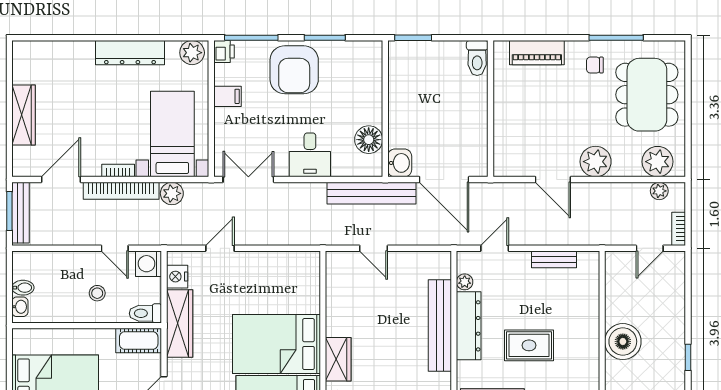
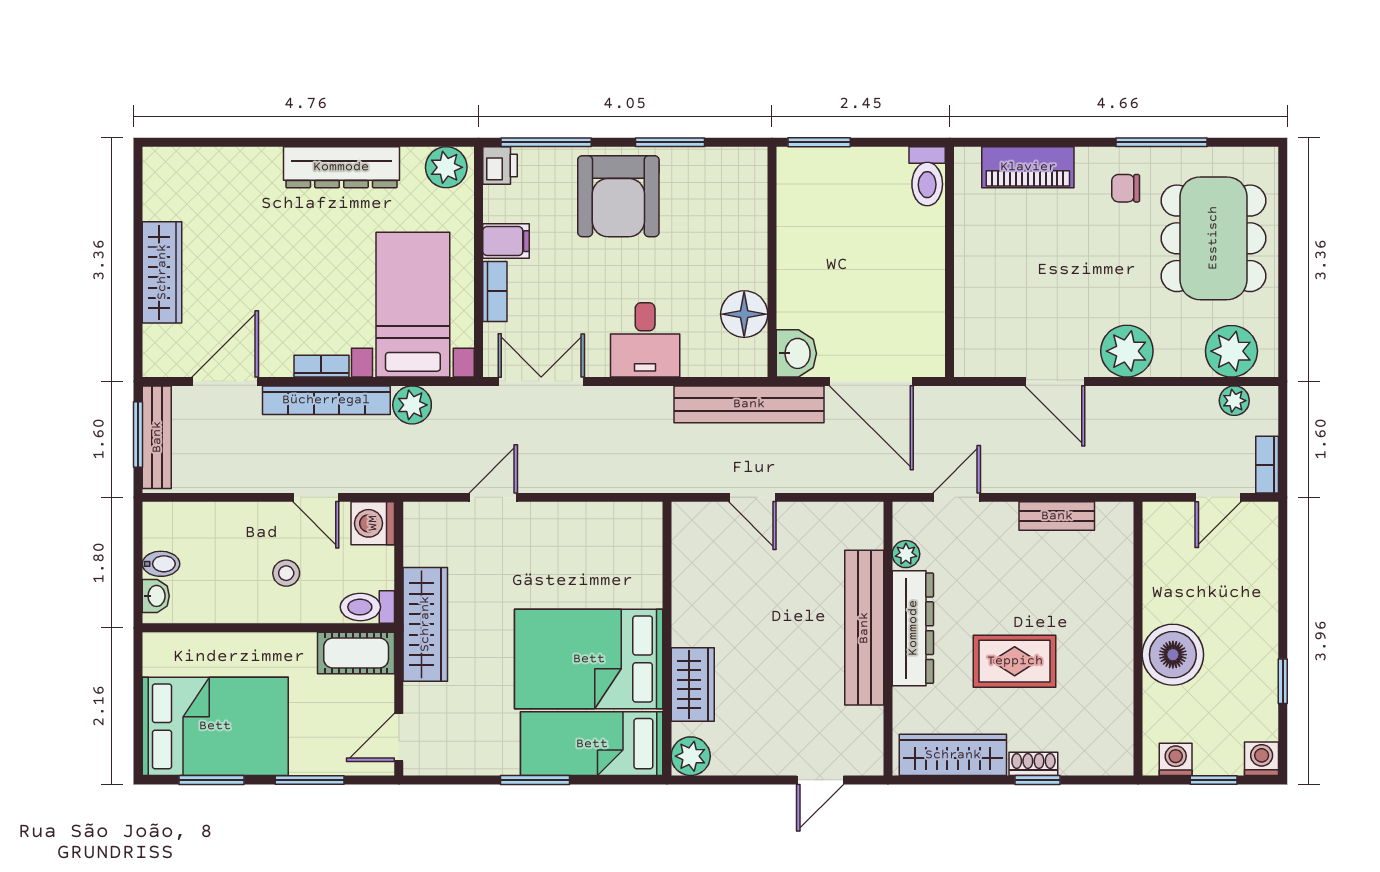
bookcase: (221, 126) -> (495, 291), added
nightstand: (177, 277) -> (421, 545), removed

